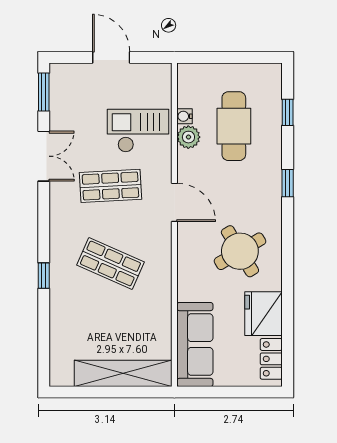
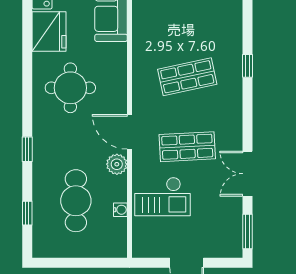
plant: (188, 137) -> (117, 164), moved
round table: (240, 251) -> (70, 88), turned 31
shop shelf: (110, 263) -> (187, 77), turned -36

